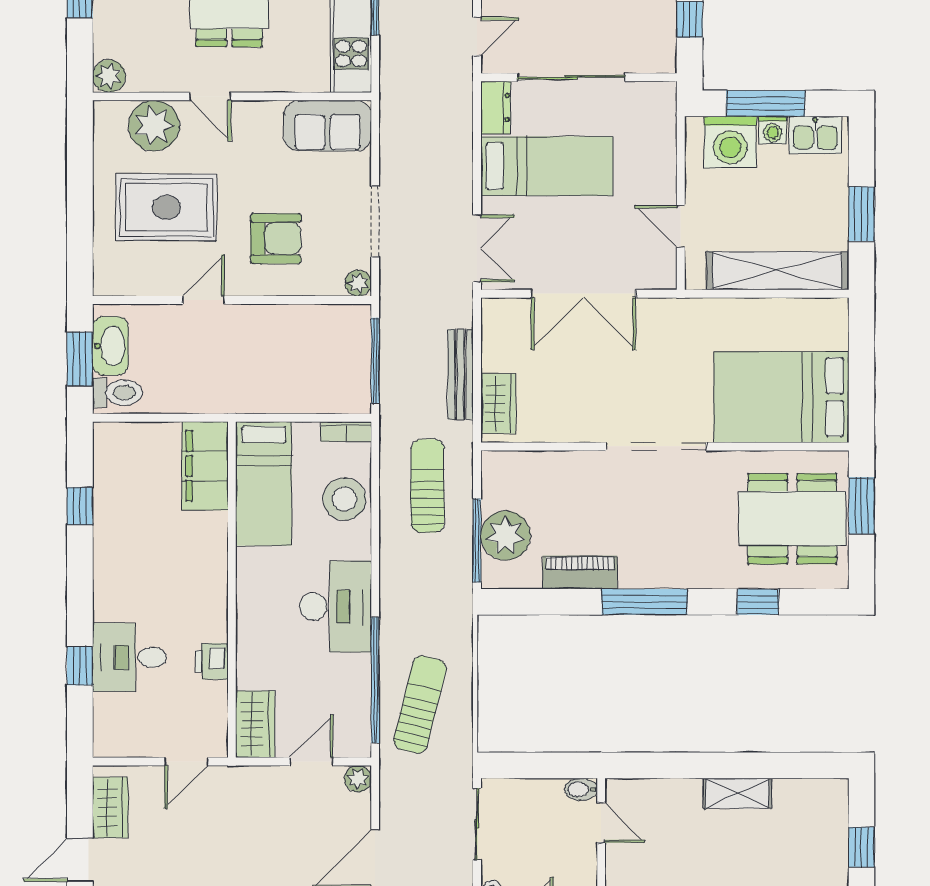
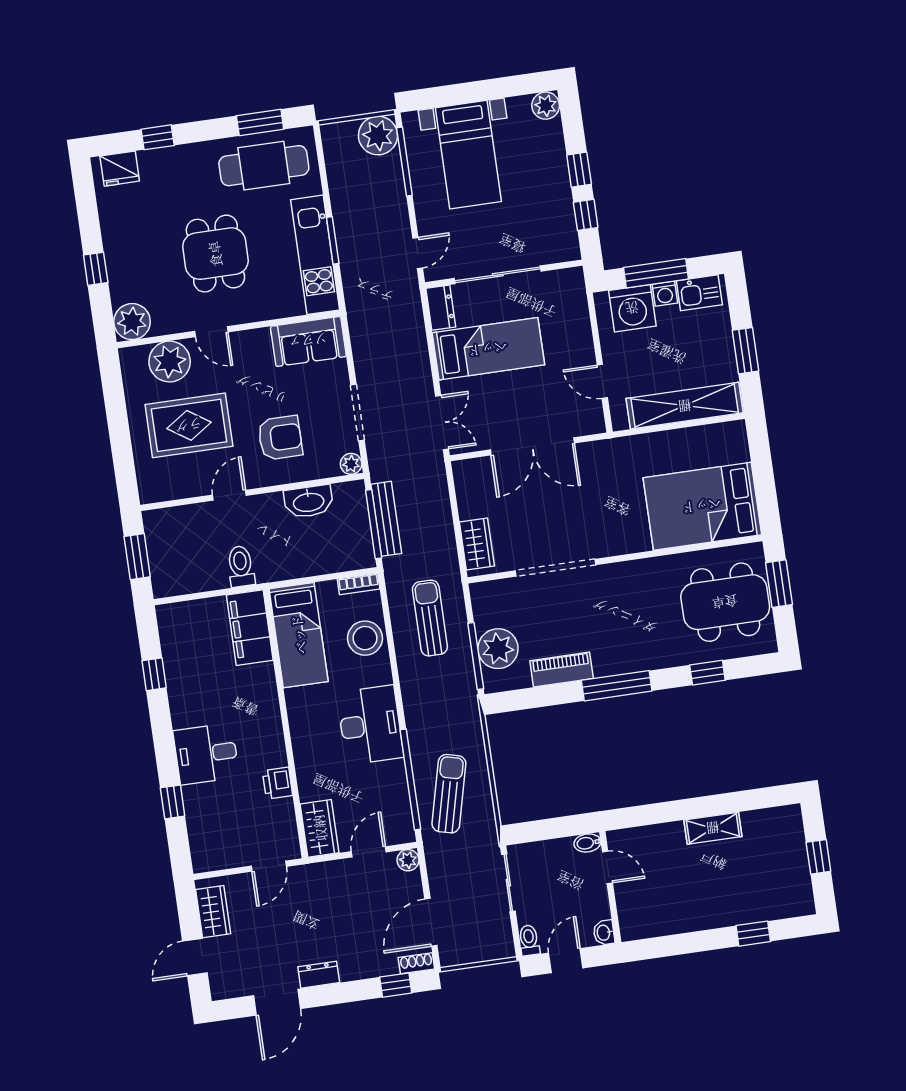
plant: (109, 76) -> (132, 322), width x1.36, depth x1.36
washbasin: (110, 346) -> (308, 502), moved, turned 90
bench: (461, 374) -> (386, 519), moved
toilet: (117, 393) -> (241, 566), moved, turned -90
doorway: (656, 446) -> (555, 568), moved
desk: (129, 657) -> (206, 754), moved

